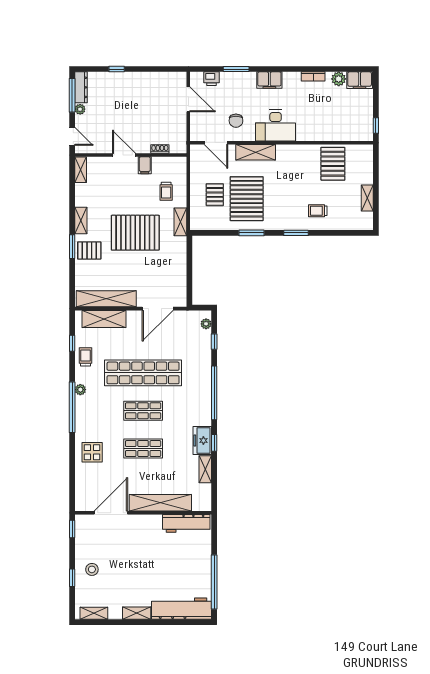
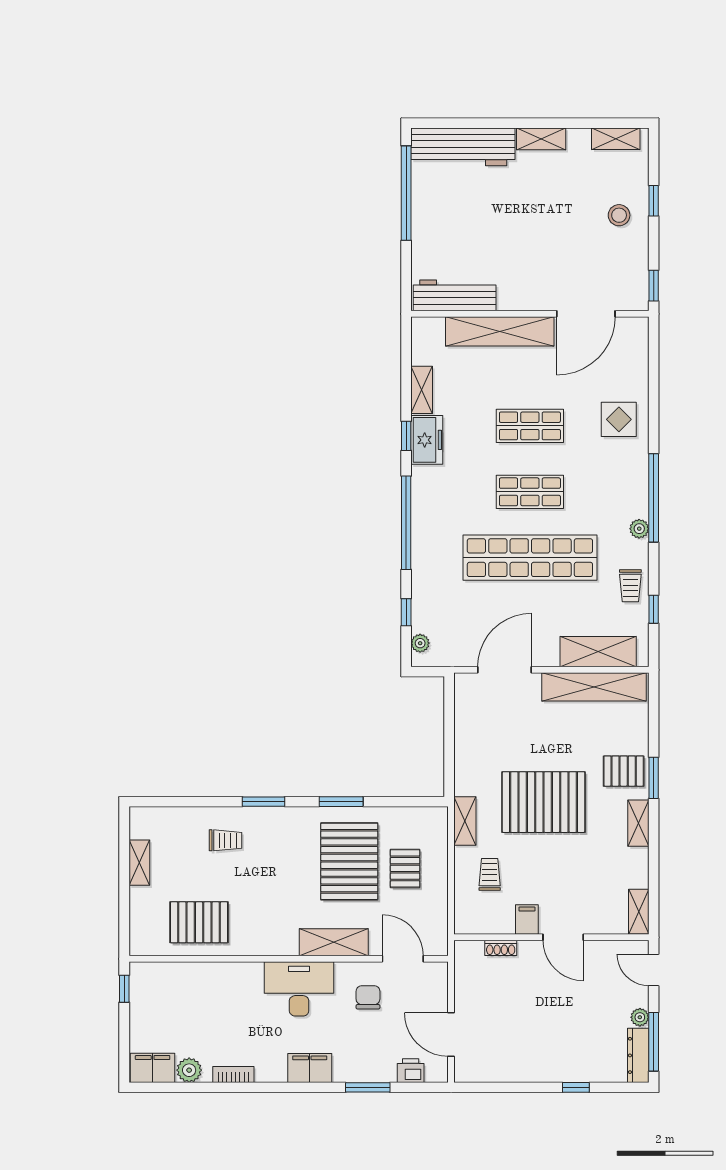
pallet: (333, 164) -> (199, 922), turned 90

